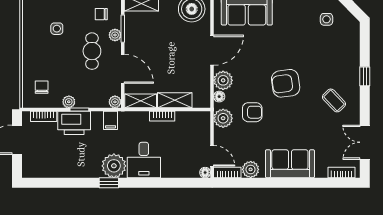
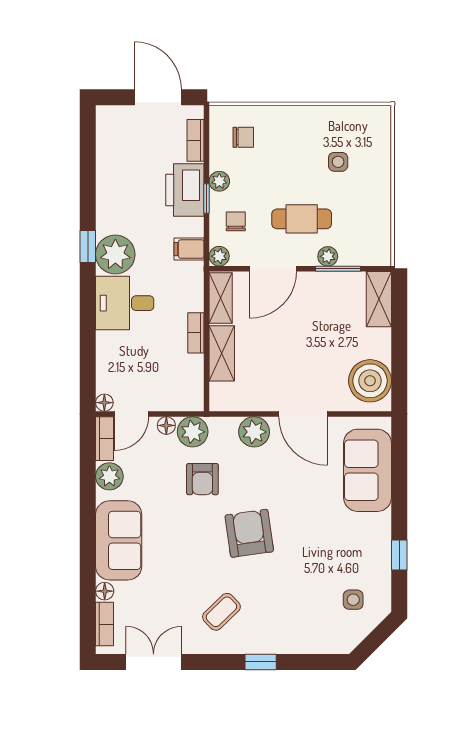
chair: (101, 14) -> (236, 221), moved
floor lamp: (219, 97) -> (166, 425), moved
floor lamp: (321, 172) -> (105, 591), added

